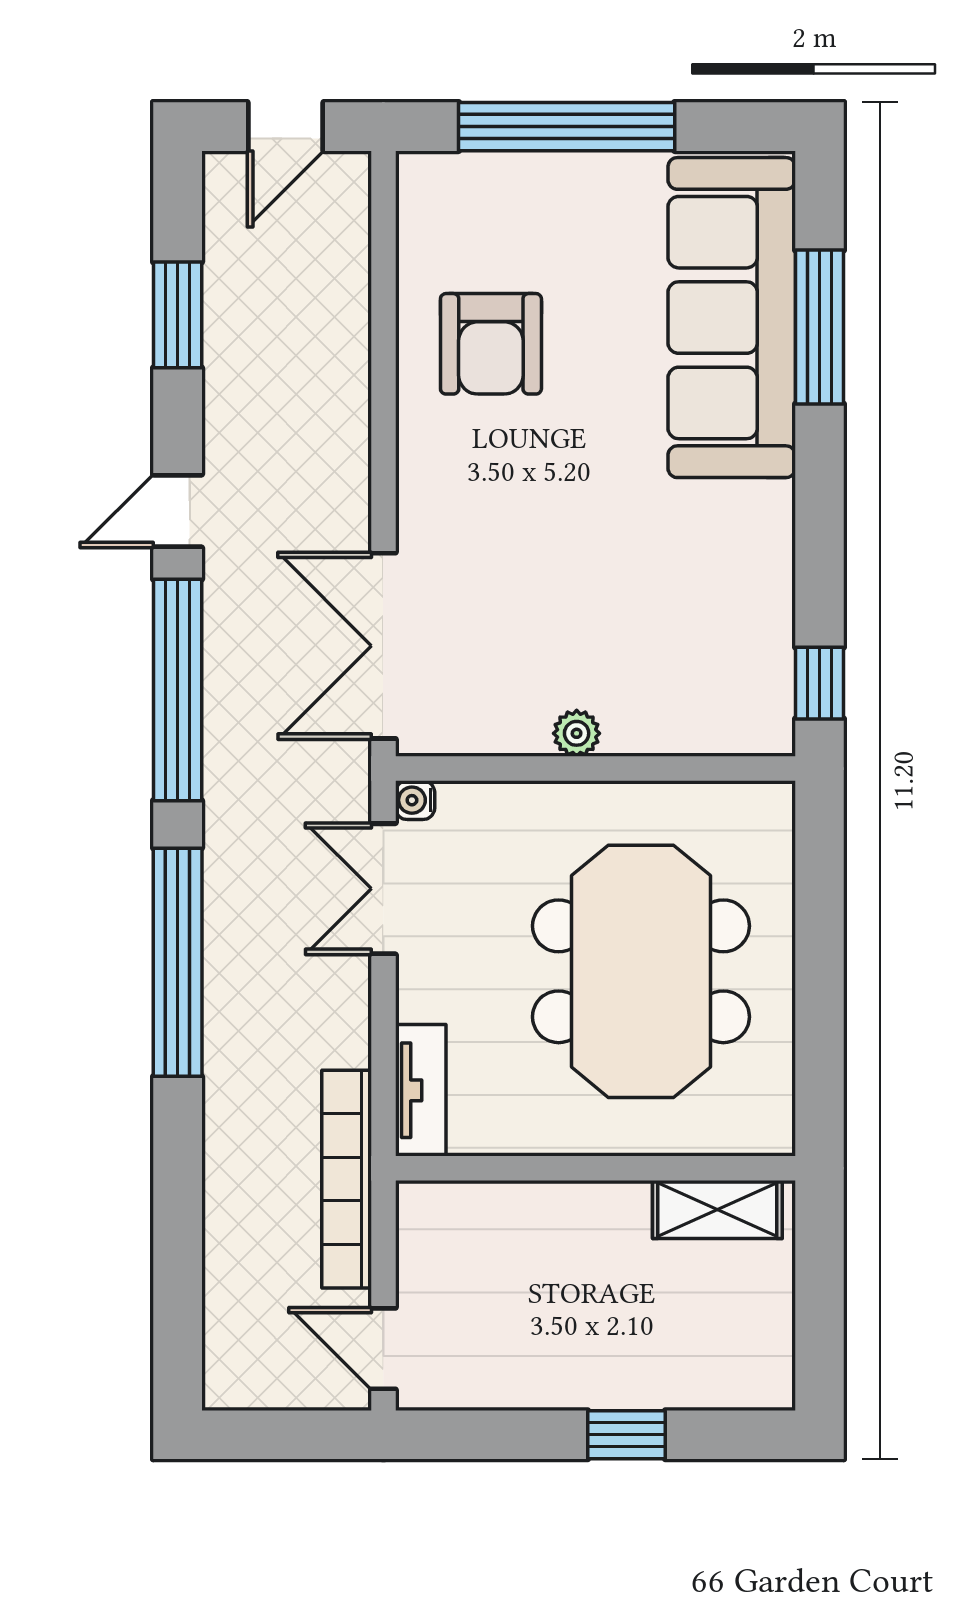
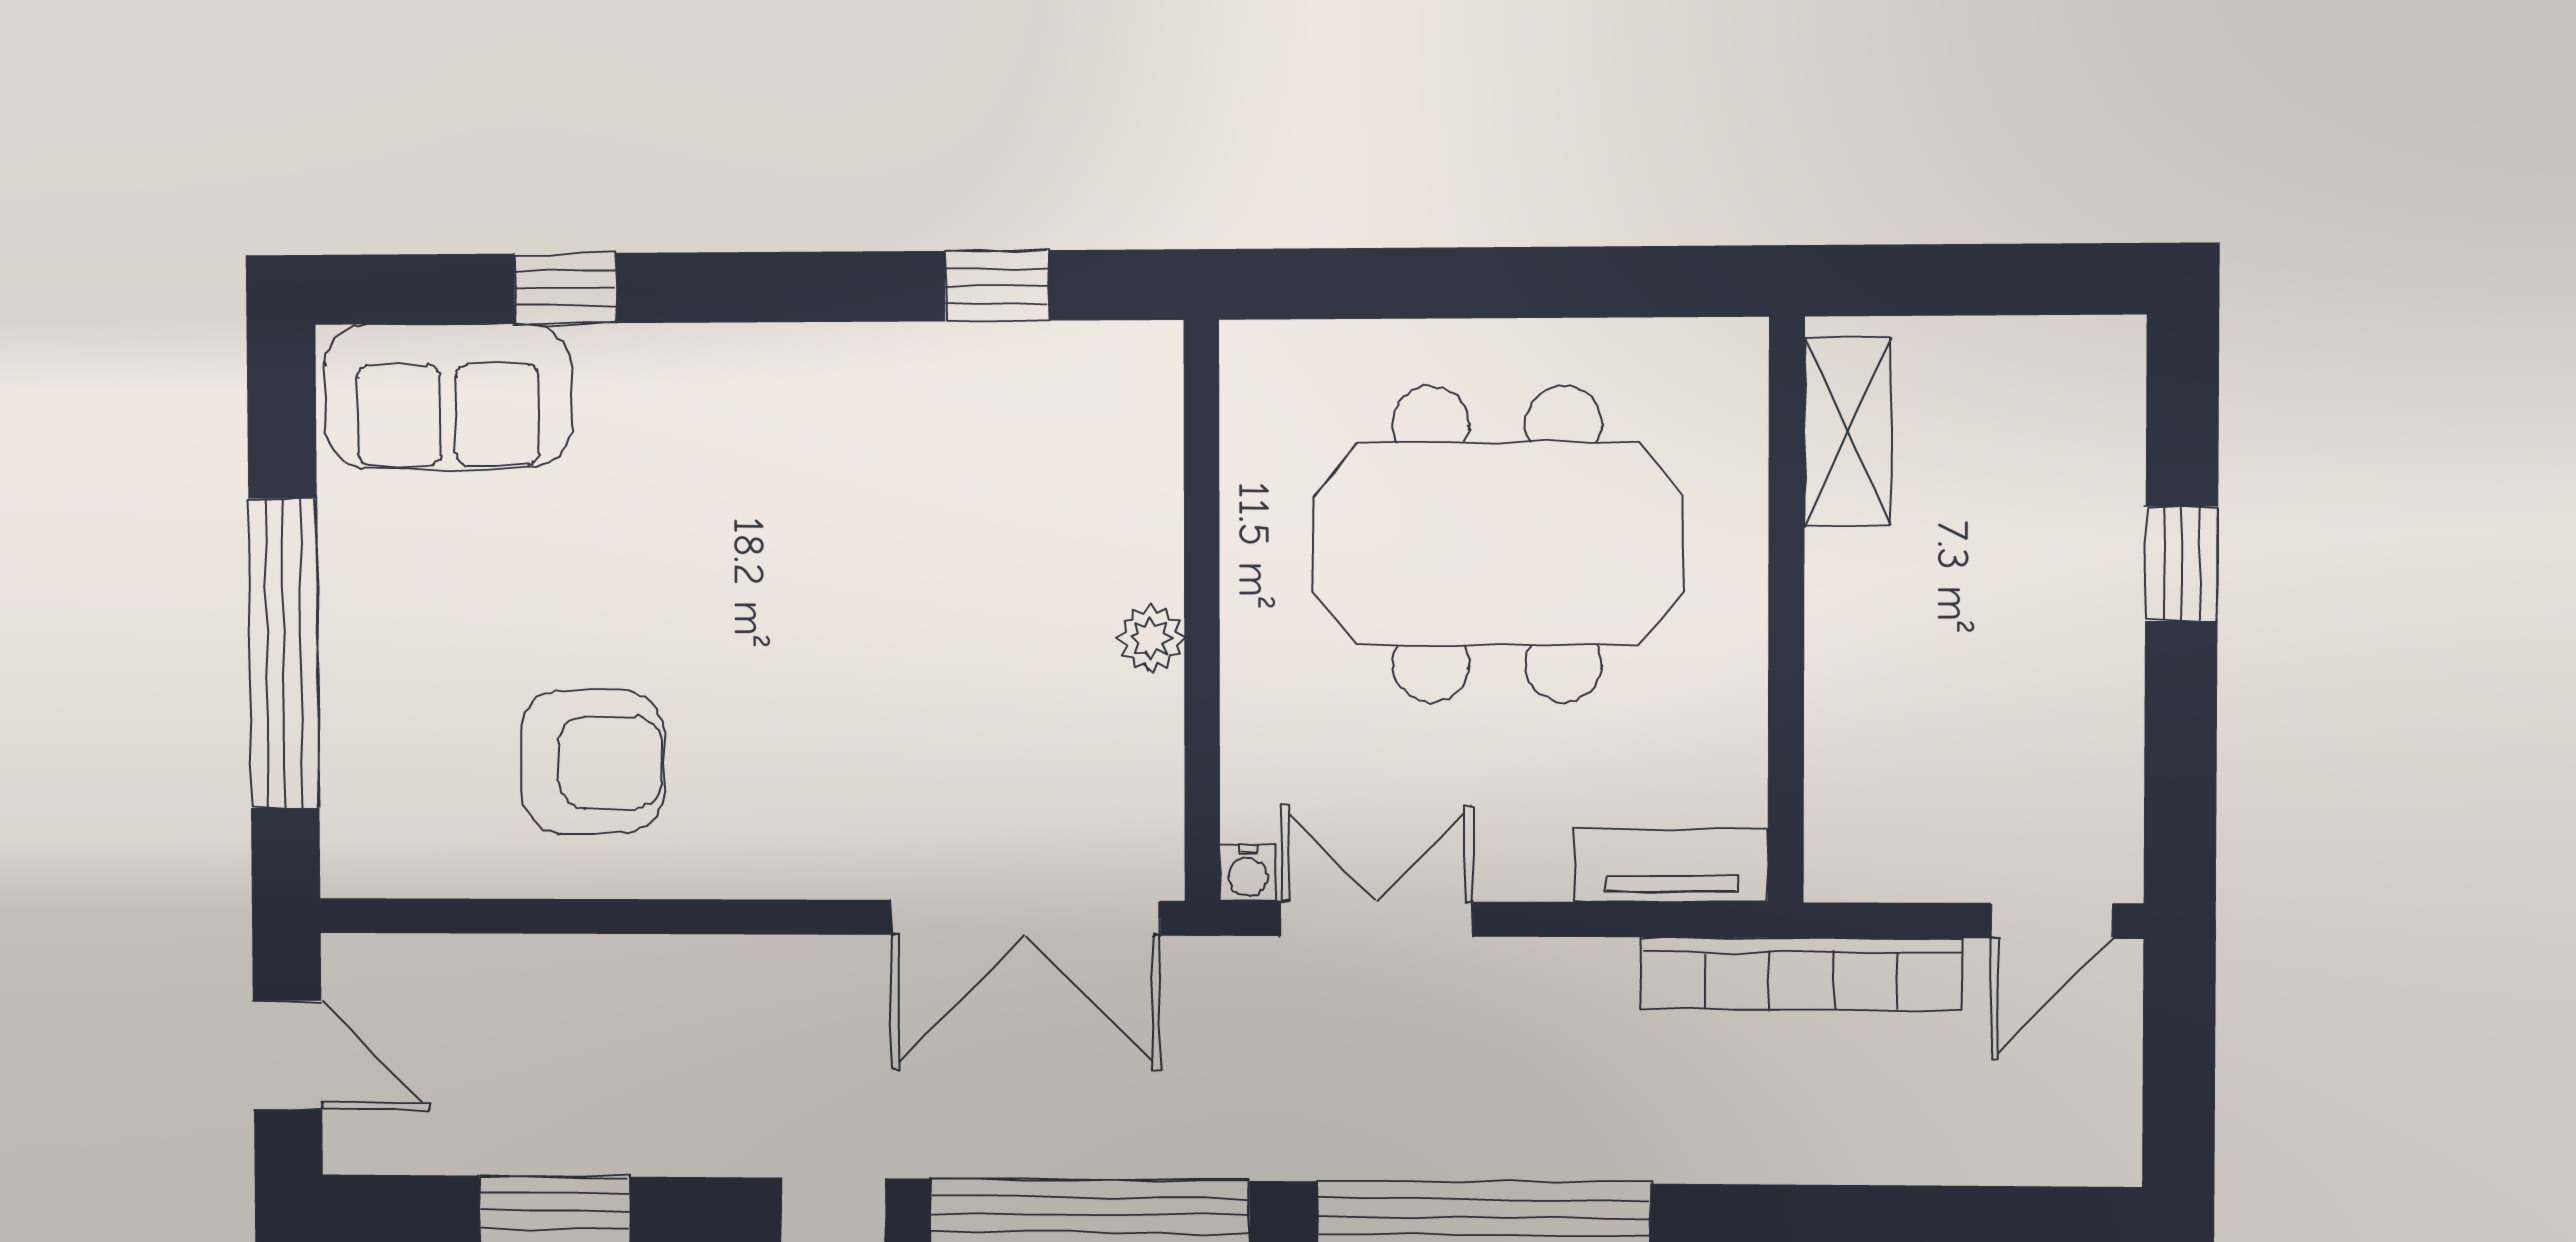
sofa: (732, 318) -> (448, 396), width x0.54, depth x0.79
window: (820, 327) -> (565, 288), width x0.46
window: (820, 683) -> (997, 286), moved
double door: (383, 889) -> (1377, 919), swing flipped

